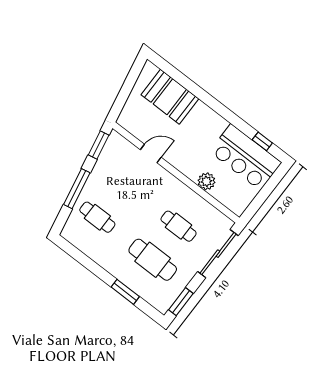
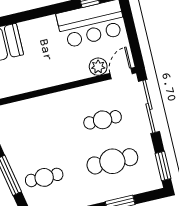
door: (151, 153) -> (121, 74), moved
plant: (206, 181) -> (98, 67), moved

